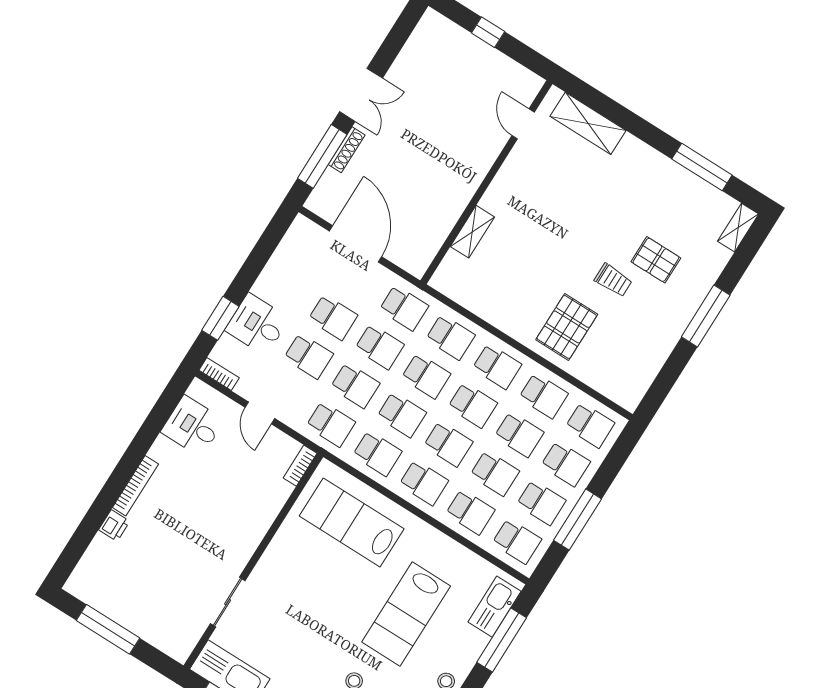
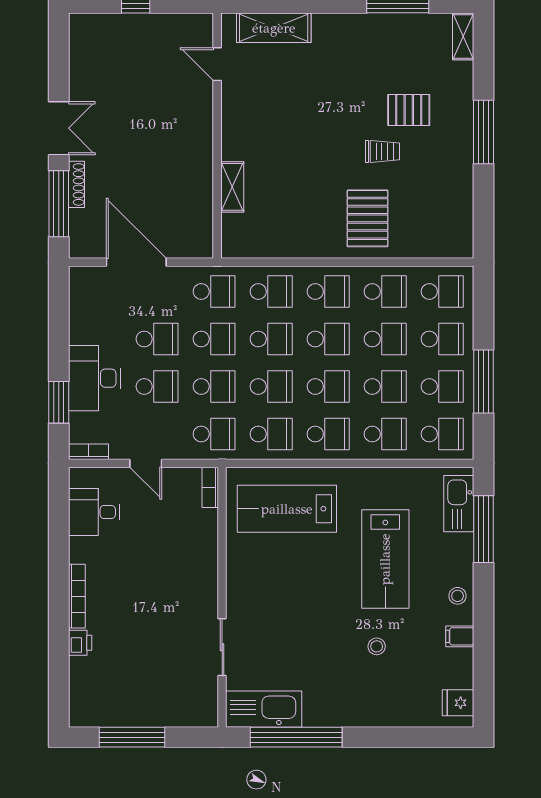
desk: (257, 324) -> (94, 378), width x1.37

